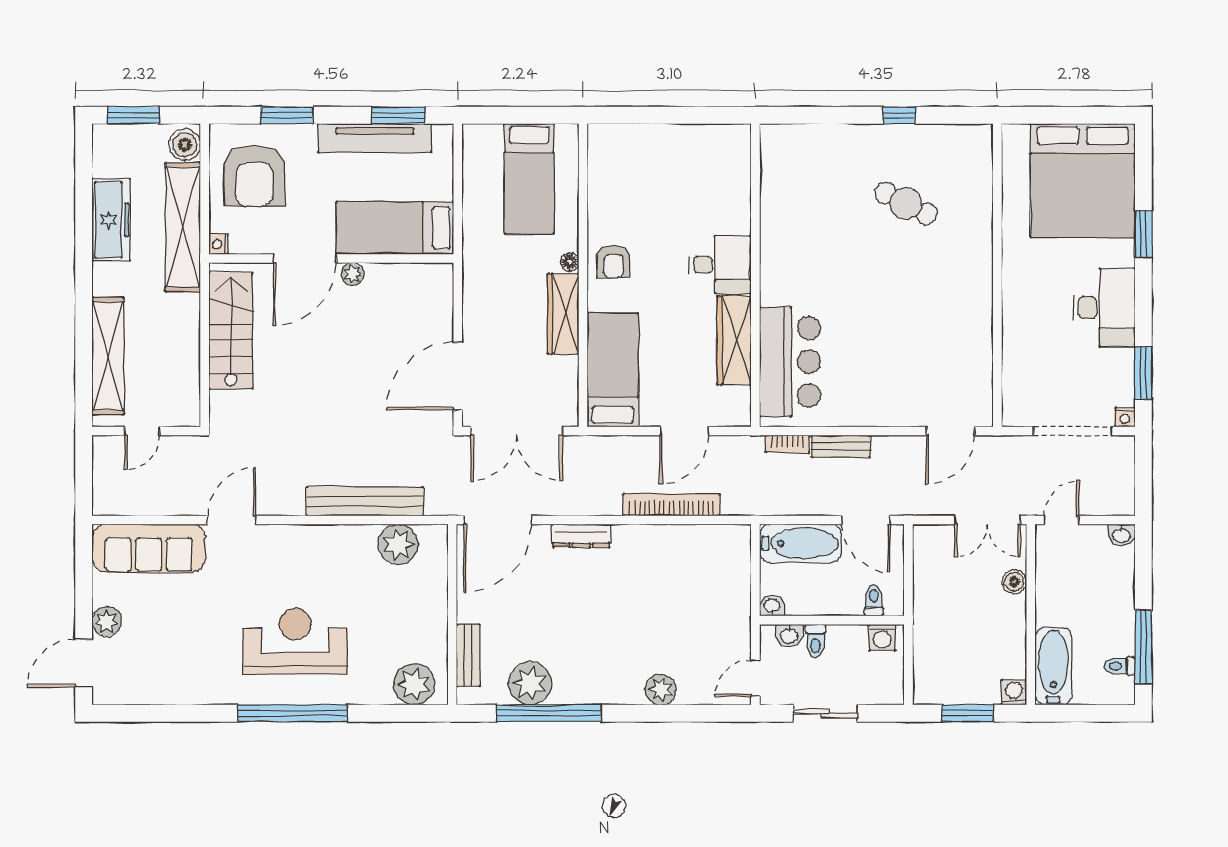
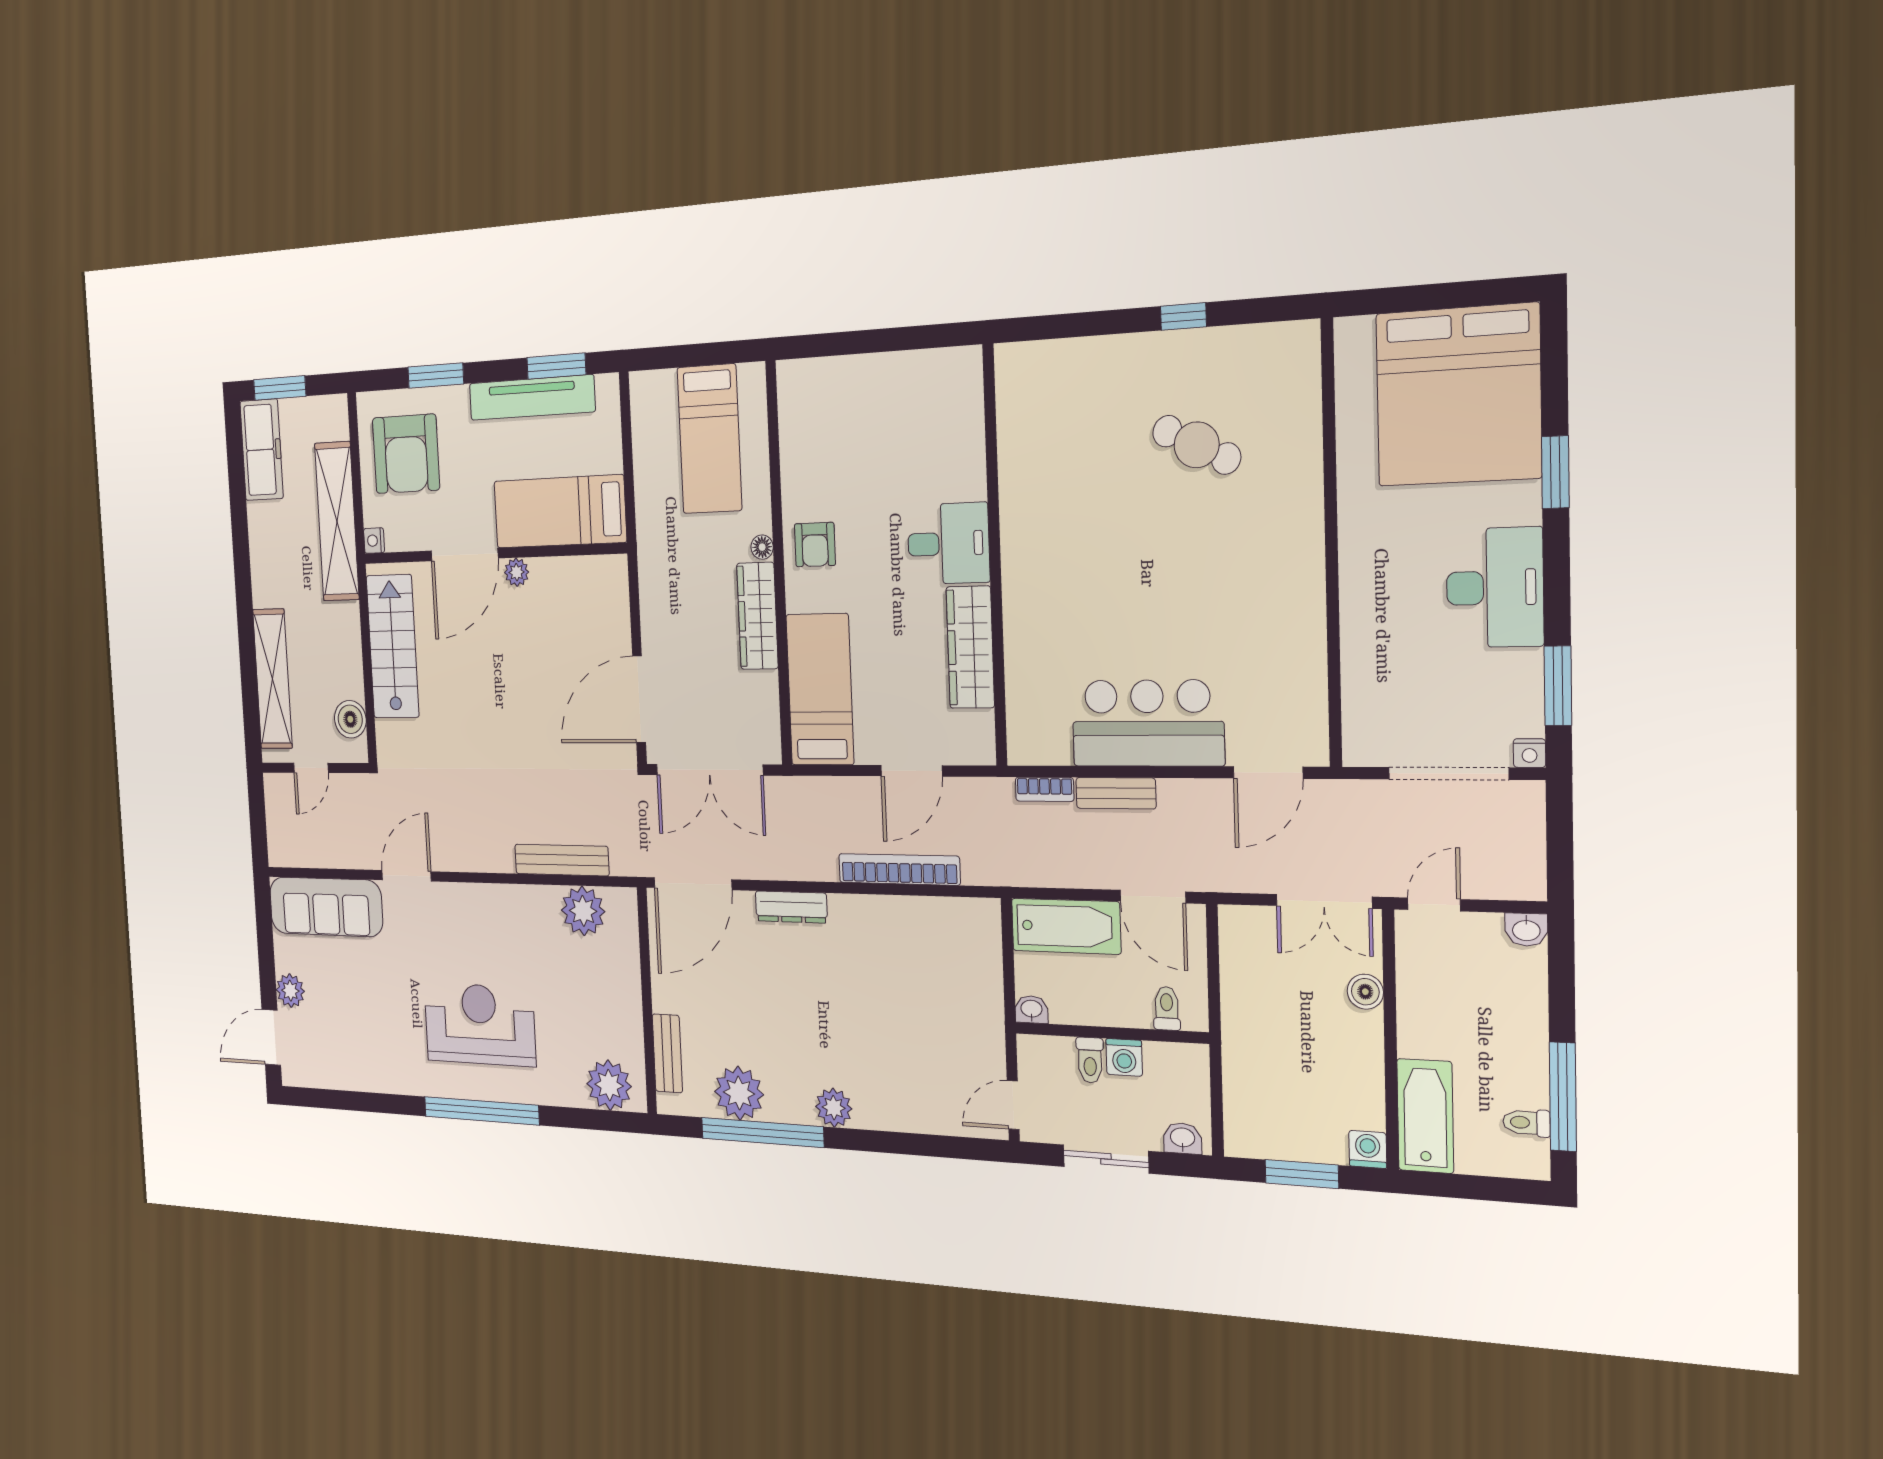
boiler: (185, 145) -> (350, 719), moved
freezer: (111, 220) -> (262, 450), moved
bar counter: (790, 362) -> (1148, 723), moved, turned -90
bench: (365, 501) -> (562, 860), width x0.73, depth x0.82
washbasin: (789, 635) -> (1183, 1138), moved, turned 180
washing machine: (882, 637) -> (1124, 1057), moved
plant: (661, 690) -> (834, 1108), moved

